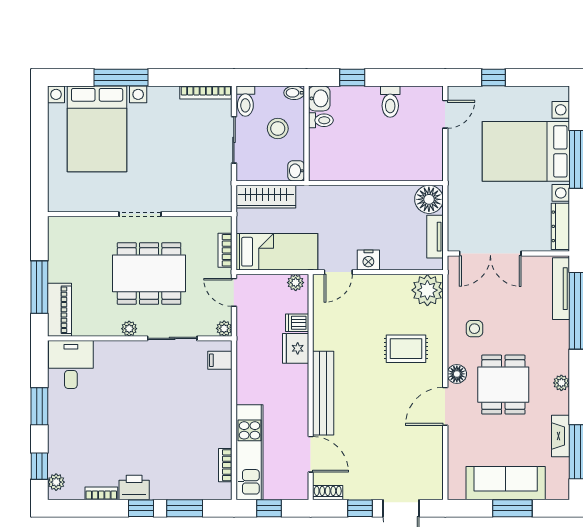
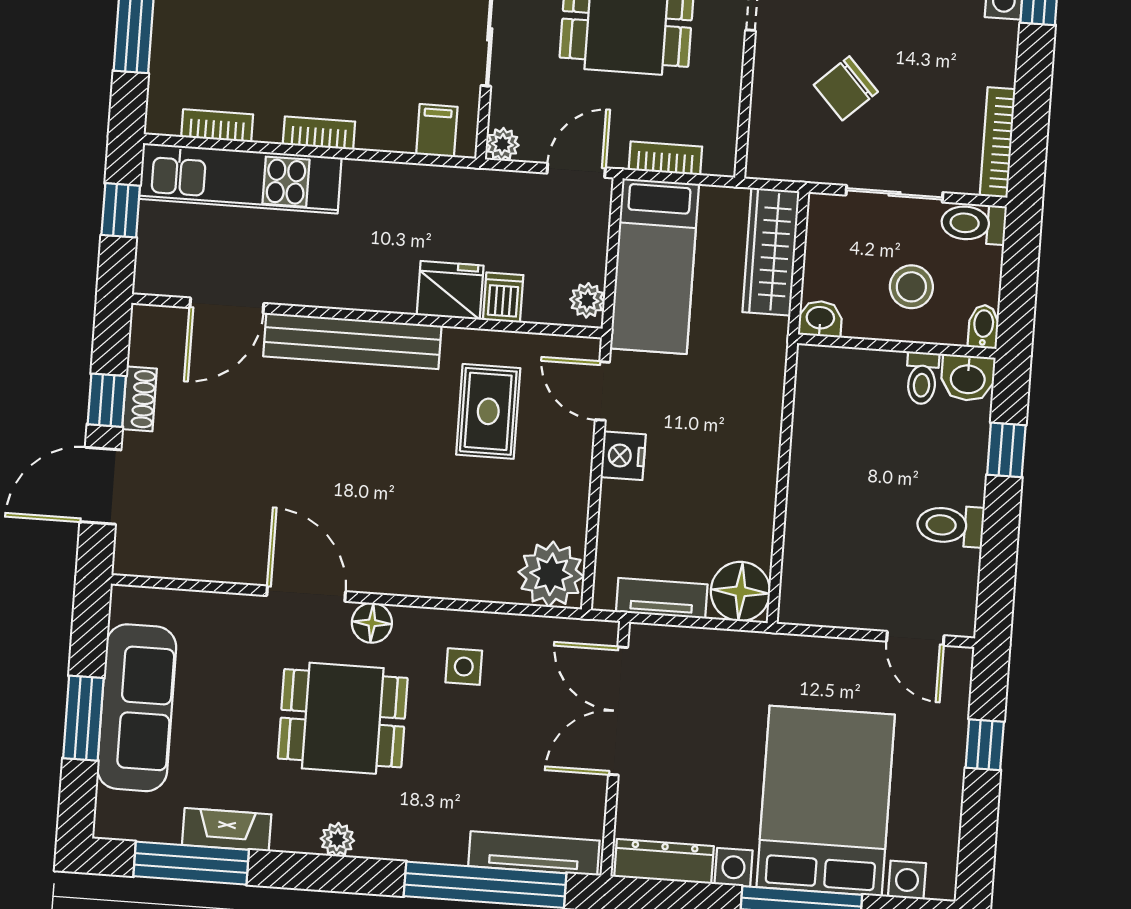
chair: (185, 167) -> (846, 88), added
rug: (406, 349) -> (488, 411), moved
bookcase: (225, 416) -> (319, 133), added
shoe rack: (328, 493) -> (139, 399), moved

